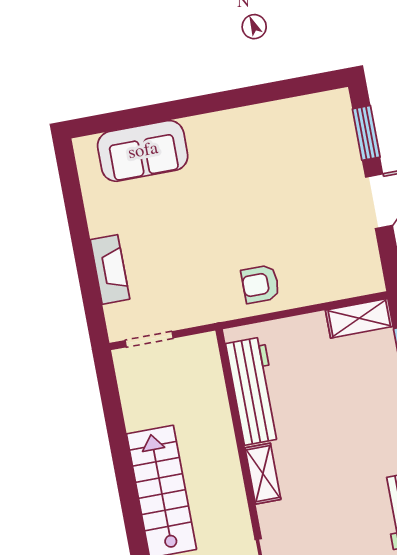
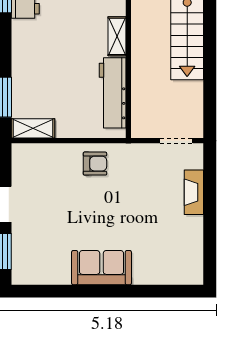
sofa: (143, 151) -> (101, 268), moved

